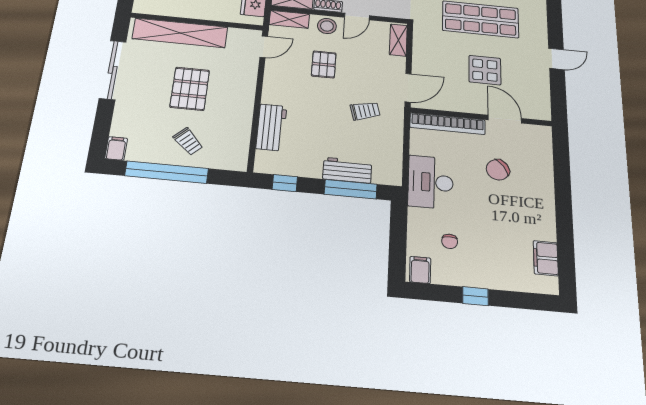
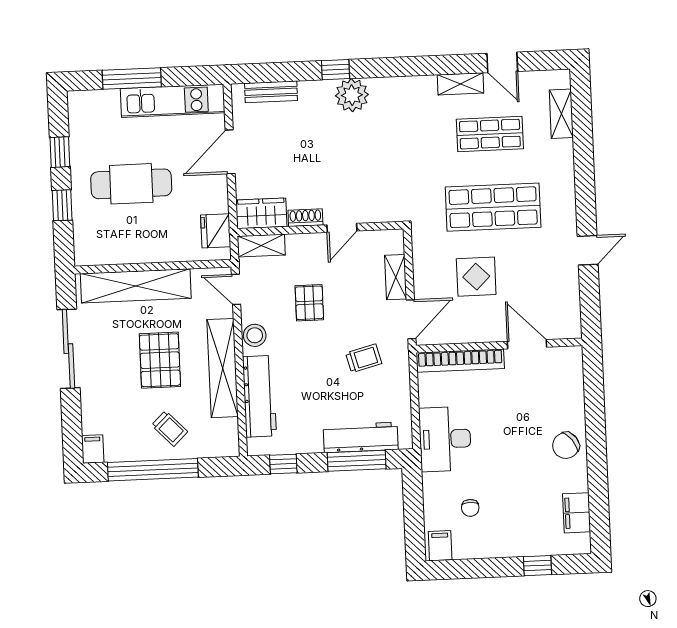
stool: (327, 26) -> (255, 335), moved
shelving: (398, 40) -> (396, 277), moved
door: (264, 47) -> (236, 289), swing flipped
display table: (485, 70) -> (476, 277), moved
shelving: (243, 102) -> (223, 368), added
workbench: (271, 127) -> (259, 396), width x1.38
workbench: (347, 170) -> (361, 437), width x1.38
chair: (498, 170) -> (566, 445), moved
window: (475, 296) -> (537, 566), moved

